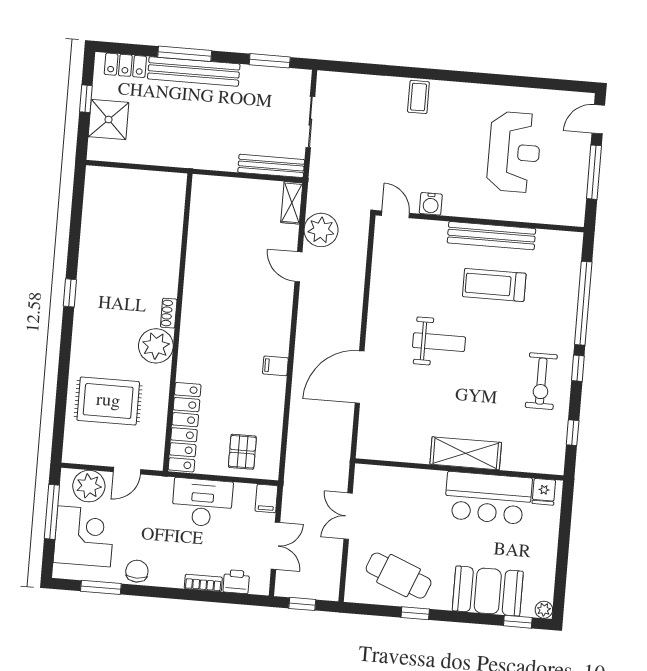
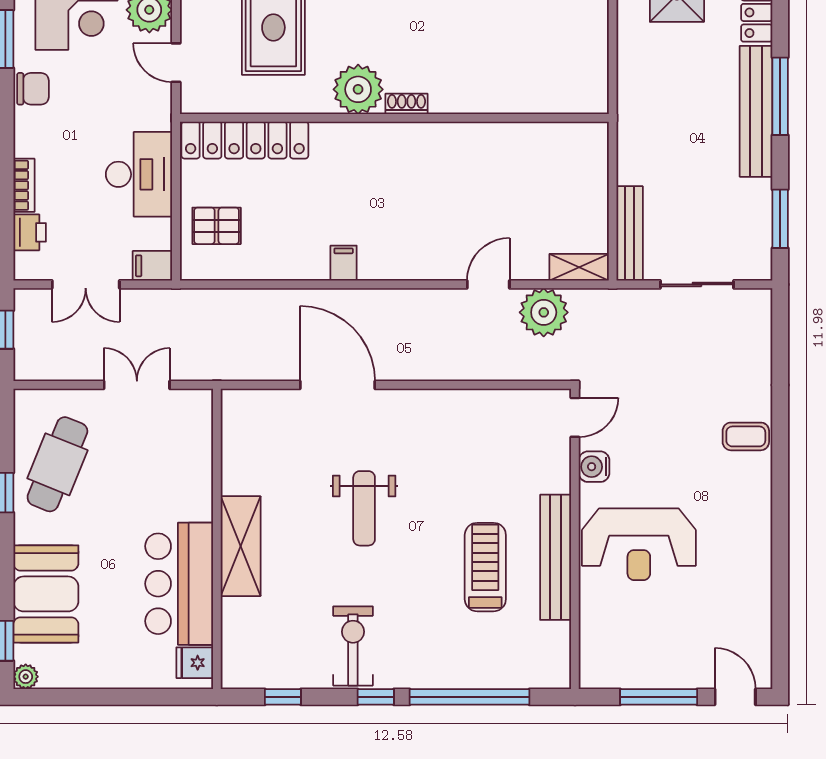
reception desk: (514, 152) -> (639, 544), moved
weight bench: (439, 342) -> (364, 508), moved
exercise bike: (541, 381) -> (353, 646), turned 90

